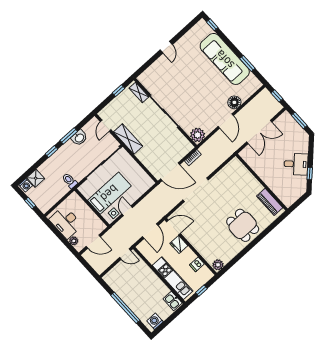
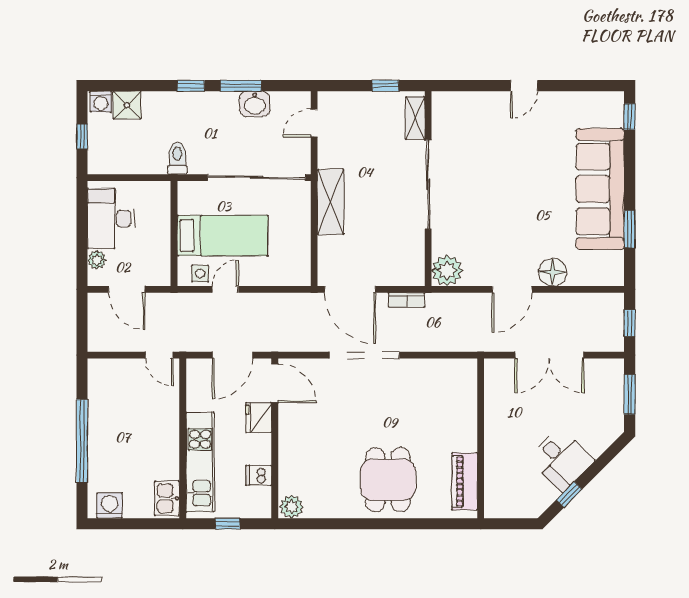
shelving: (128, 139) -> (331, 202), moved

